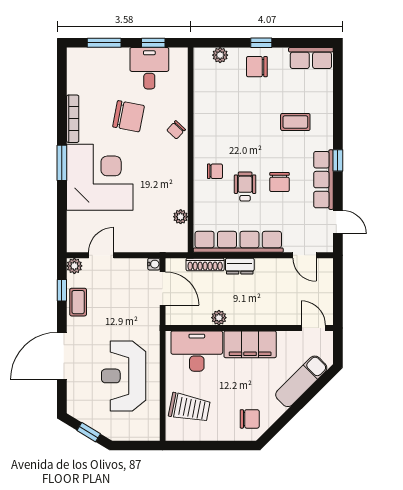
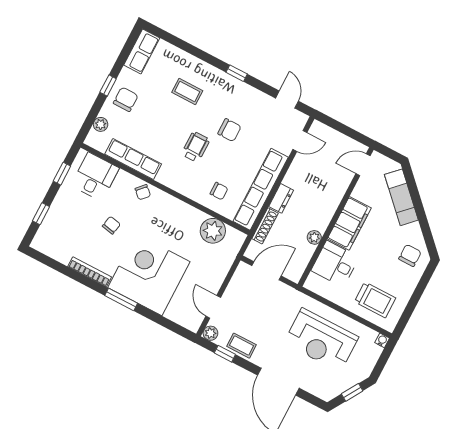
window: (104, 43) -> (41, 214), width x0.67
chair: (257, 67) -> (126, 99), turned 180
desk: (149, 68) -> (95, 177), moved, turned 90
chair: (128, 116) -> (111, 225), width x0.54, depth x0.54
coffee table: (295, 122) -> (187, 92), turned 90
chair: (215, 171) -> (219, 191), moved, turned 90
row of seats: (324, 180) -> (133, 159), moved, turned 180
wheelchair: (245, 187) -> (196, 147), moved, turned 90
plant: (181, 217) -> (213, 231), width x1.88, depth x1.88
door: (338, 222) -> (287, 100), hinge flipped
water cooler: (154, 264) -> (382, 340), moved
desk: (197, 351) -> (335, 264), width x0.73
trolley: (189, 408) -> (375, 300), turned 79

